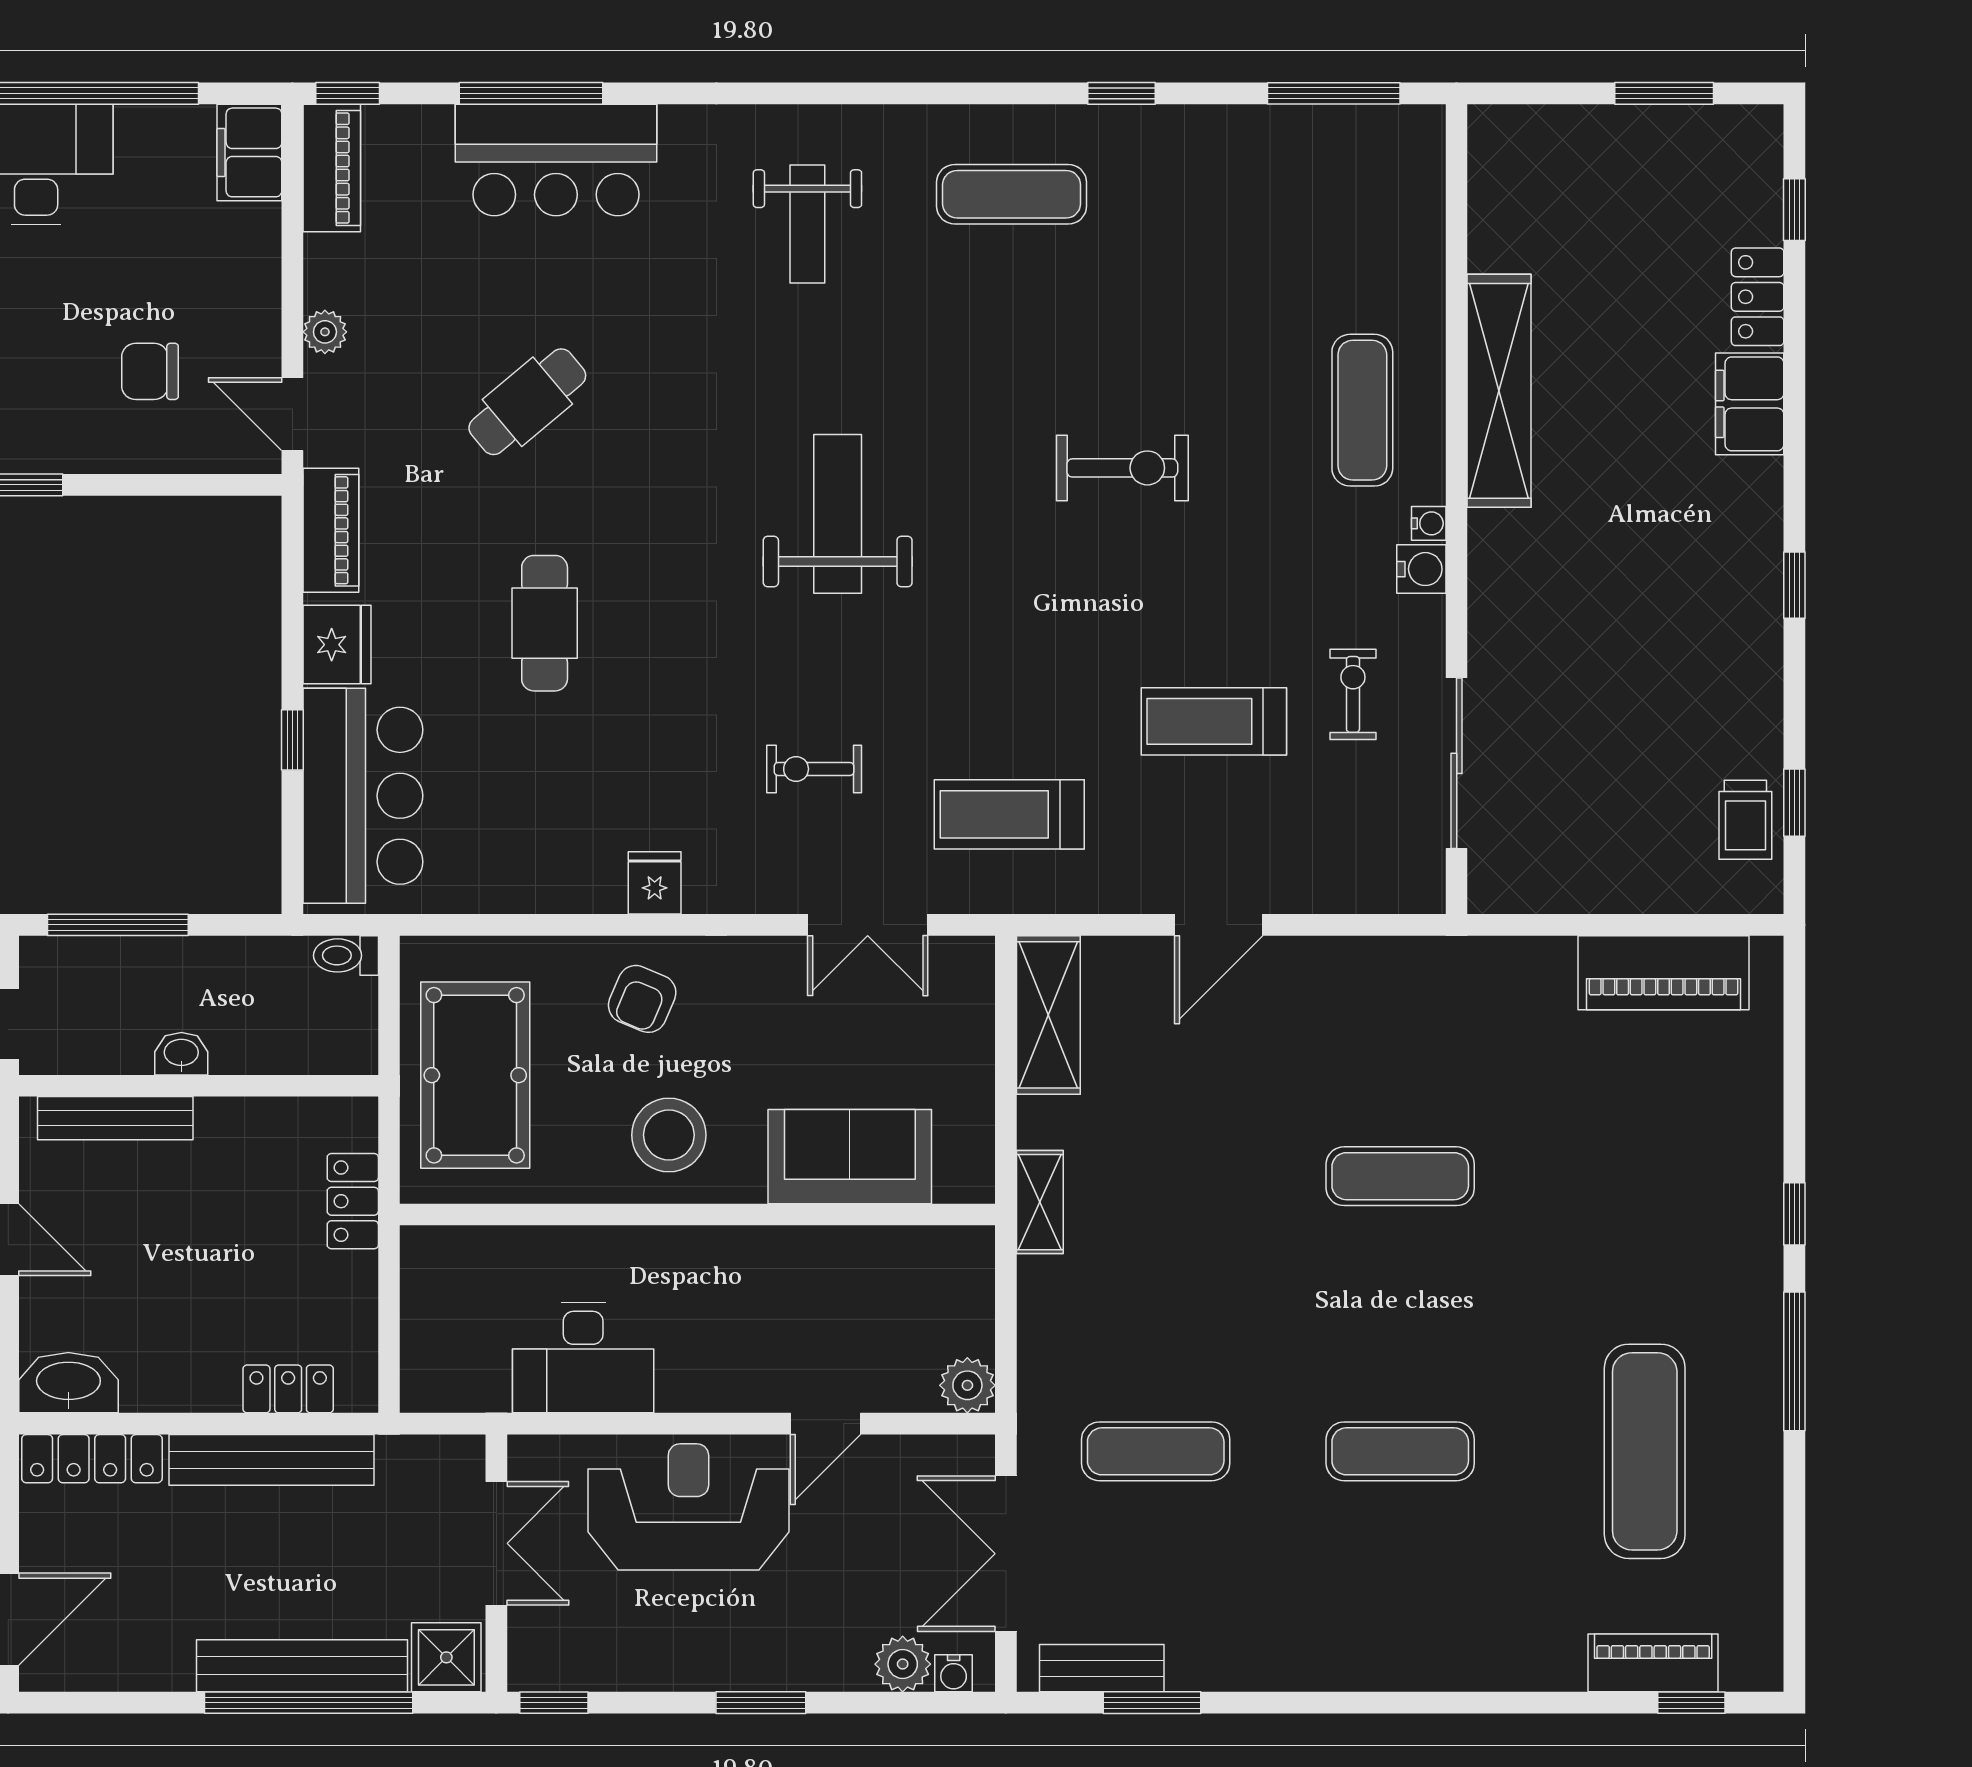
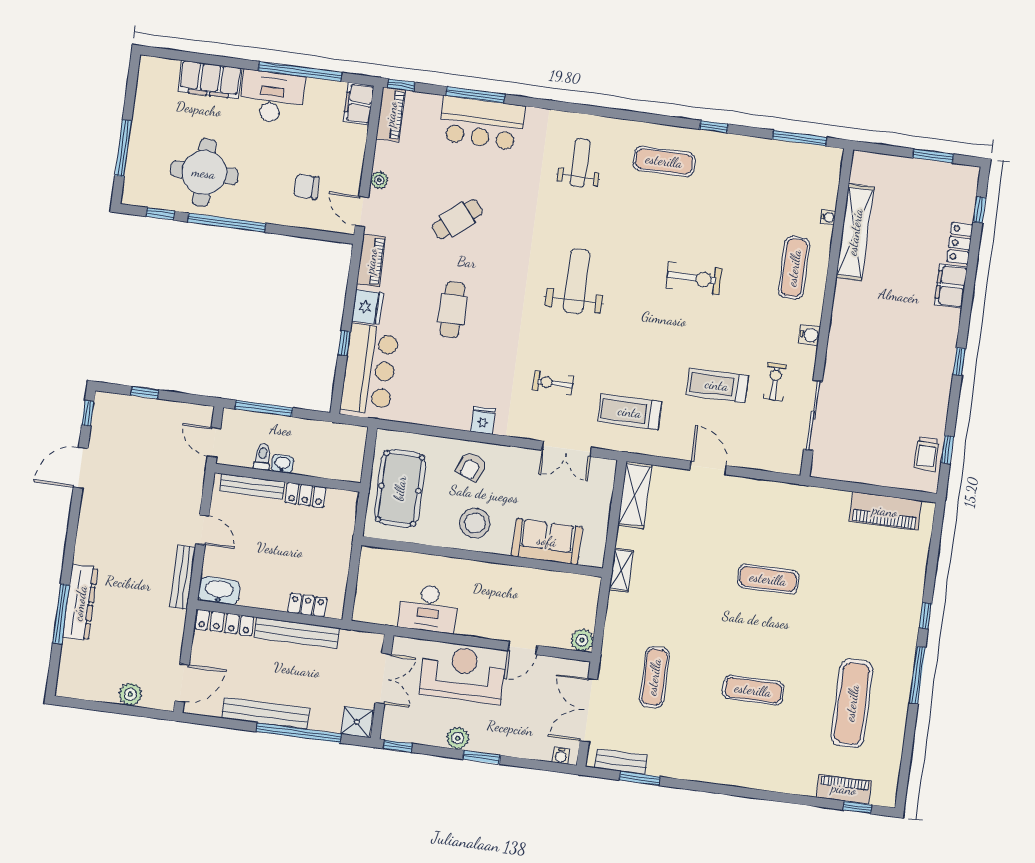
weight bench: (807, 224) -> (580, 163), turned 180
shelving: (1499, 391) -> (855, 232), moved
water cooler: (1429, 523) -> (828, 217), moved
door: (1219, 925) -> (708, 468), swing flipped
toilet: (346, 955) -> (263, 457), moved, turned 90
locker: (353, 1201) -> (305, 495), moved, turned -90
exercise mat: (1156, 1451) -> (654, 677), turned 90
plant: (903, 1664) -> (458, 738), moved
bench: (302, 1666) -> (265, 713), moved

